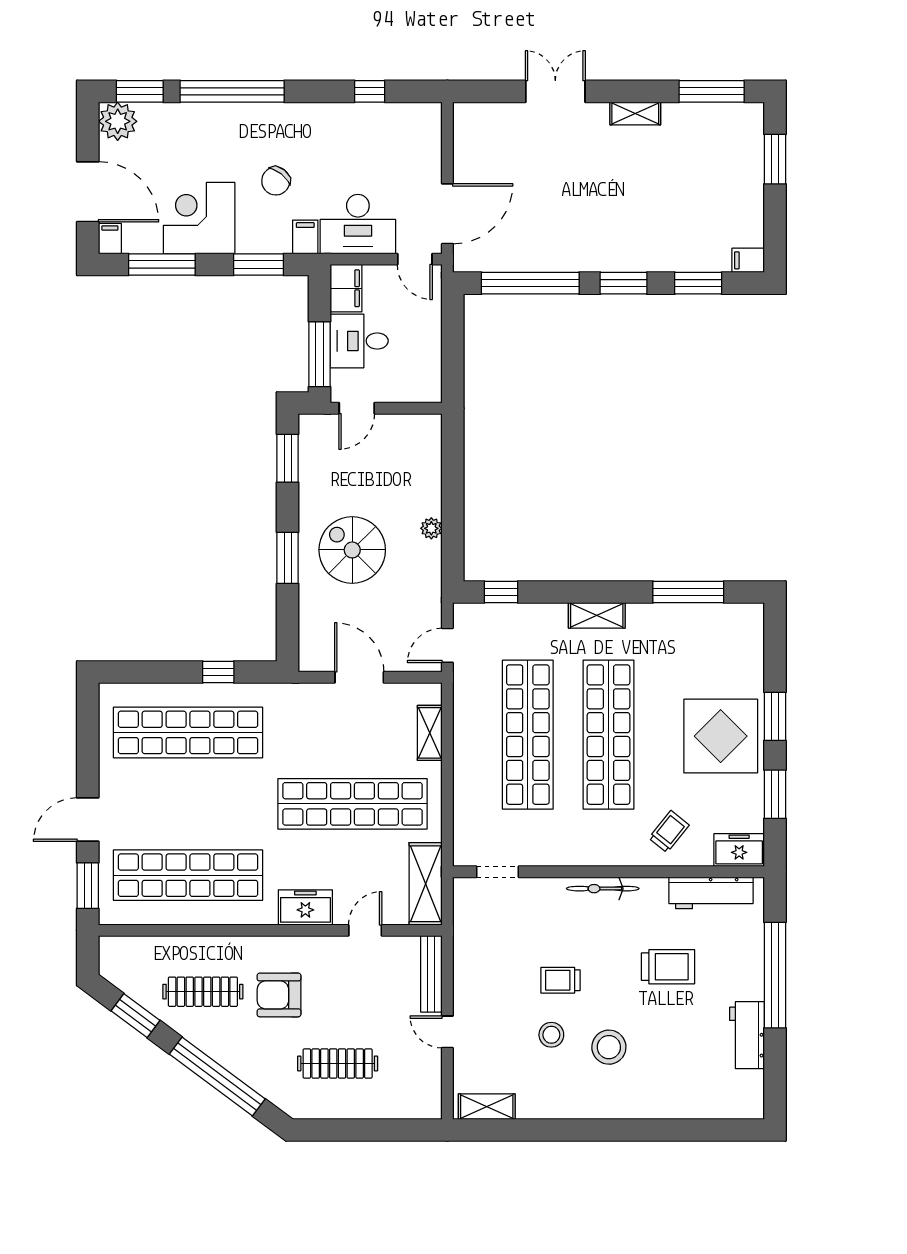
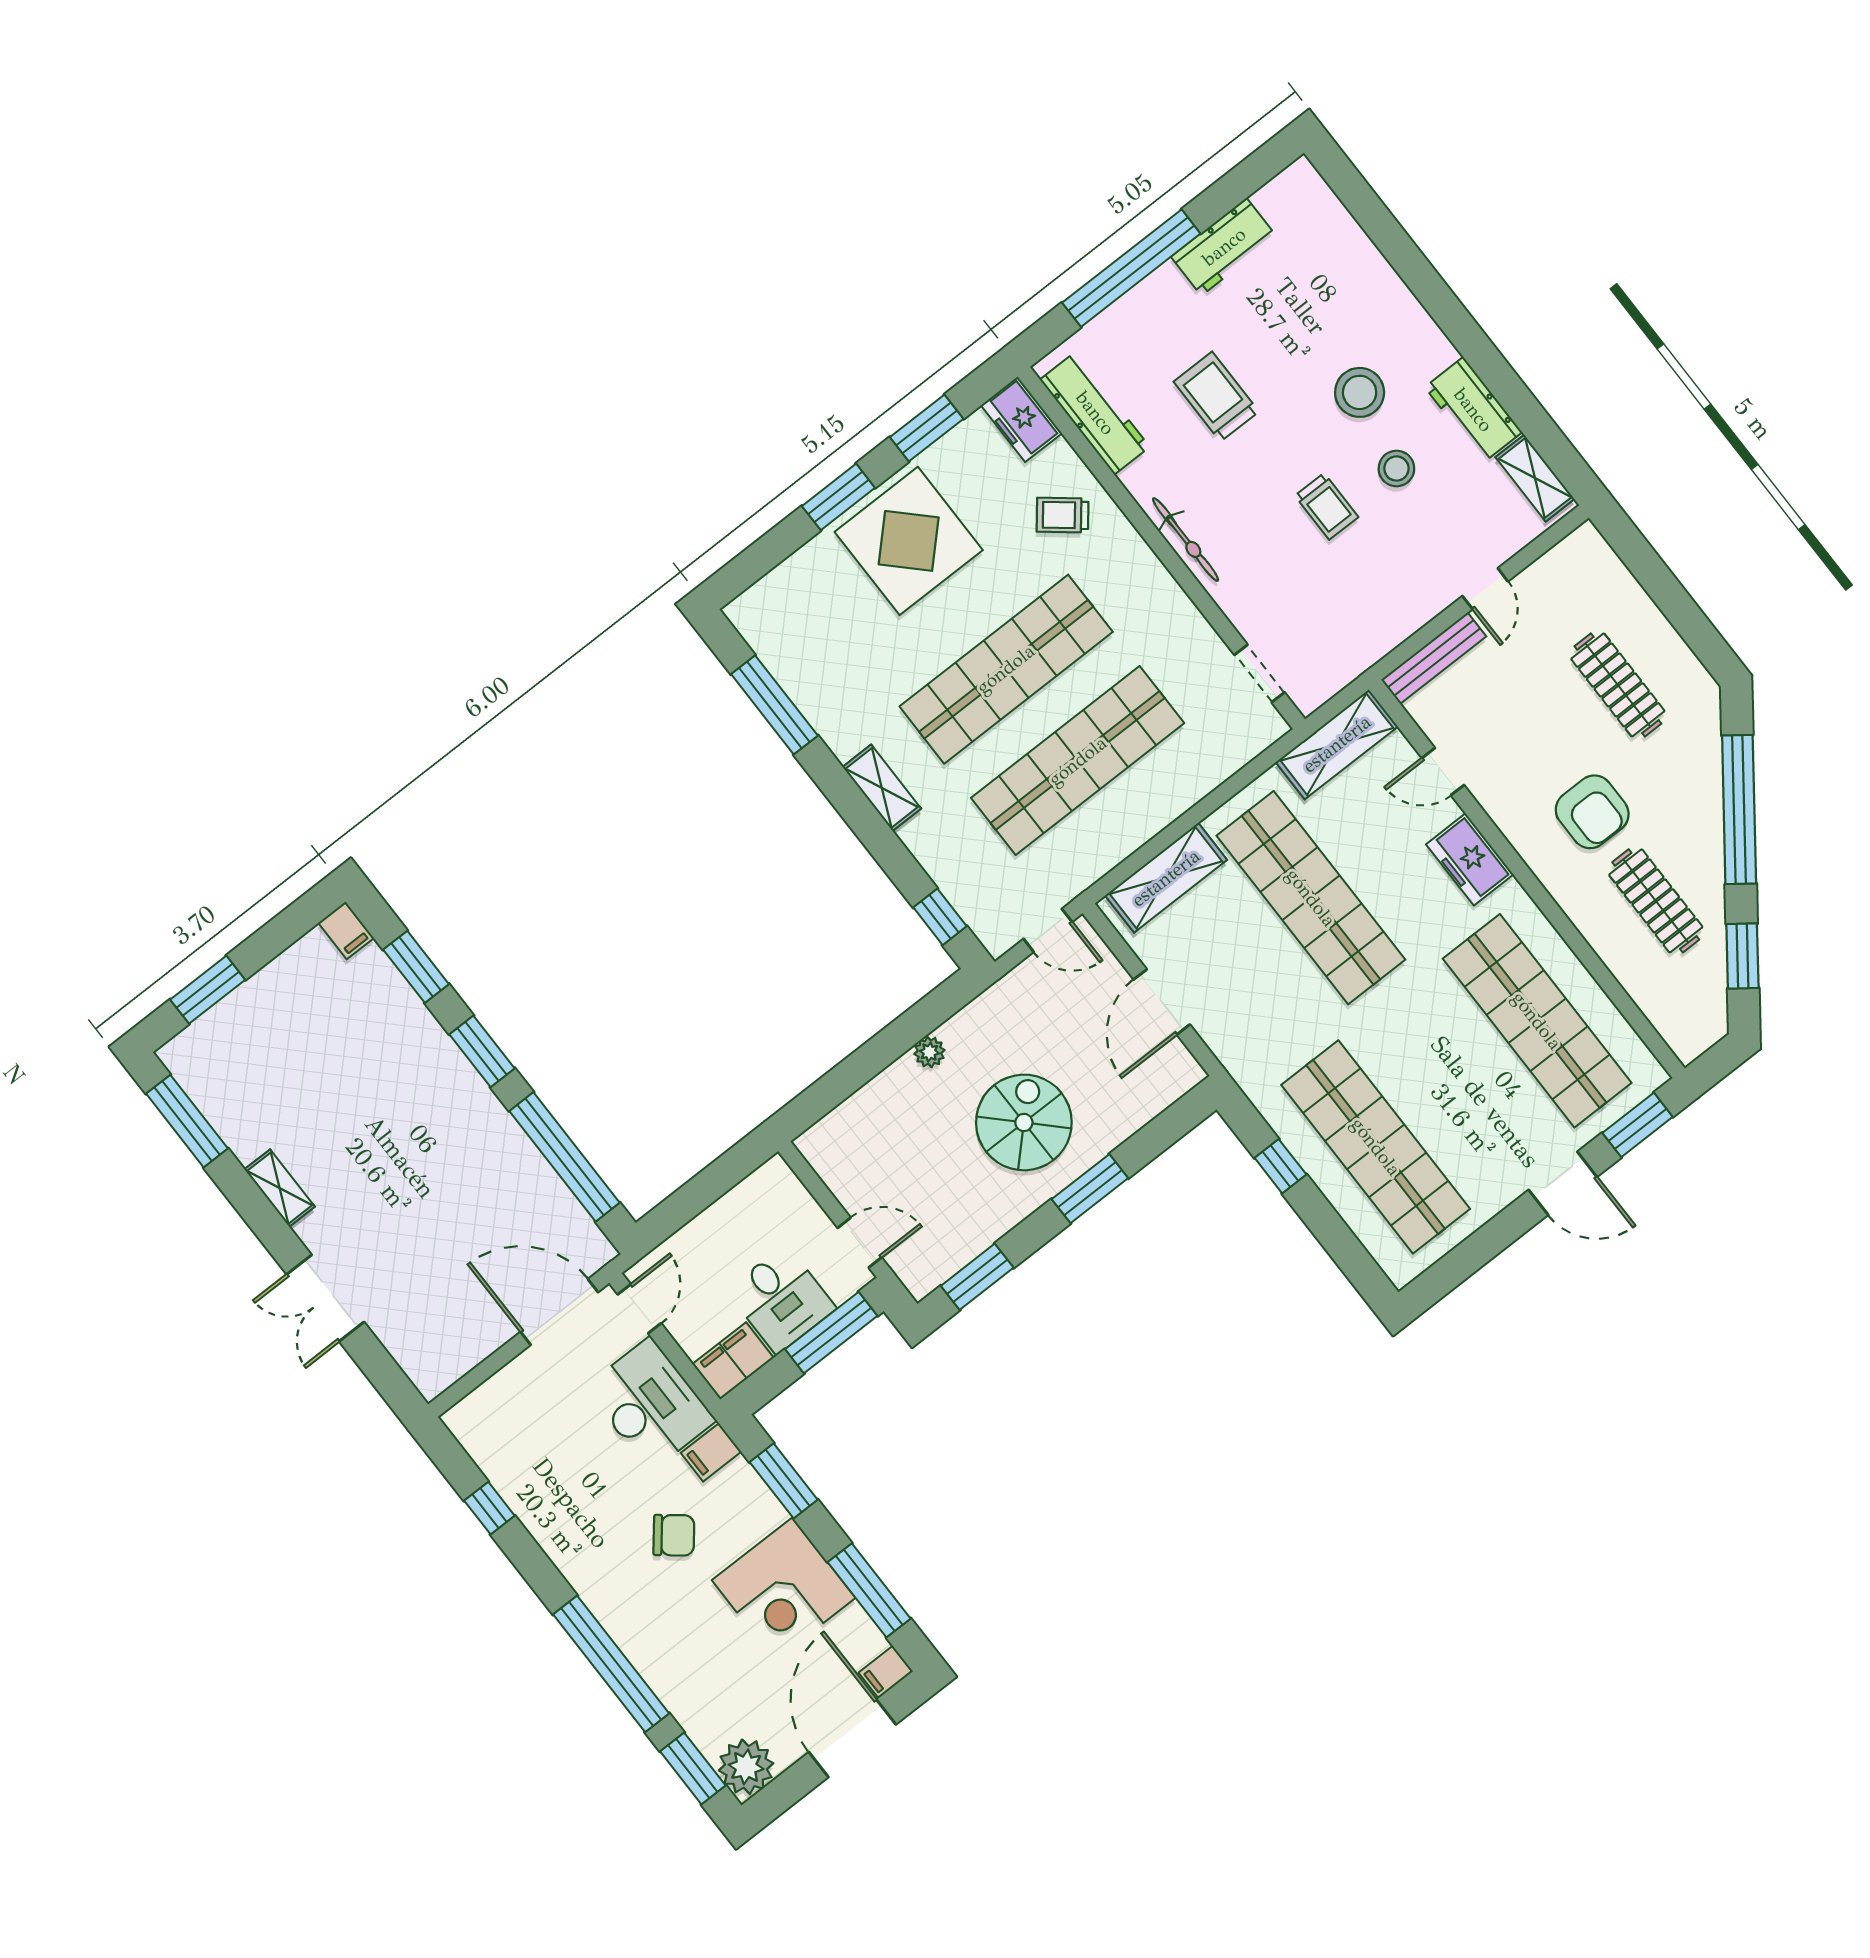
spiral stairs: (352, 550) -> (1024, 1122), turned 180
shelving: (430, 733) -> (1166, 878), width x1.50, depth x1.33
workbench: (551, 1102) -> (1473, 410), added

